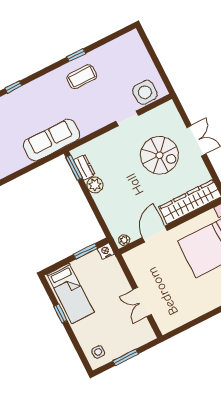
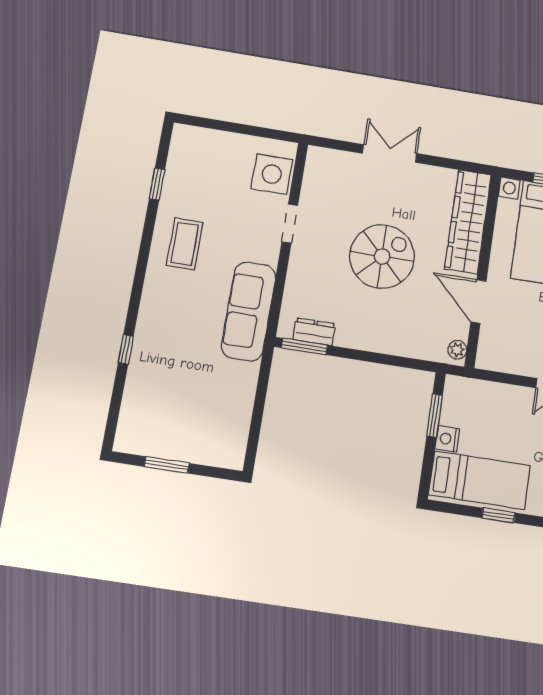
window: (76, 55) -> (157, 184), moved
sofa: (52, 140) -> (249, 311), moved
spiral stairs: (159, 155) -> (382, 257), moved
plant: (95, 185) -> (350, 335), removed
nightstand: (106, 251) -> (447, 439), moved

